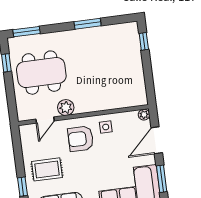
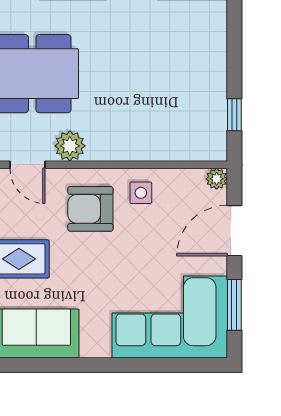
window: (144, 41) -> (234, 115), moved
door: (45, 120) -> (28, 165), hinge flipped

